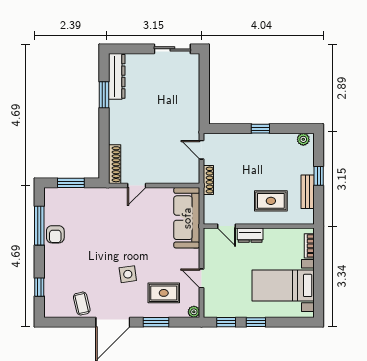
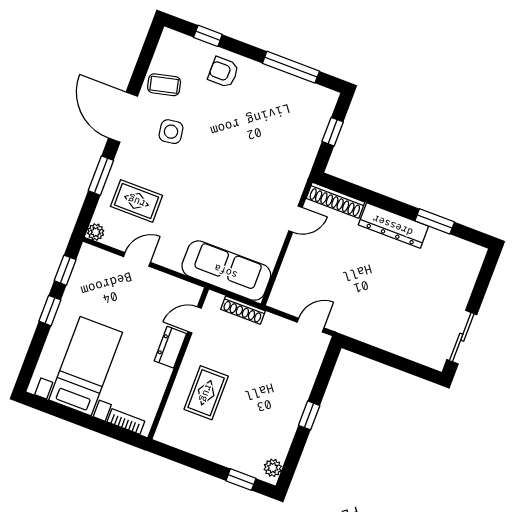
dresser: (117, 76) -> (393, 225), moved
window: (319, 176) -> (241, 480), moved
shoe rack: (208, 180) -> (243, 310), moved
window: (71, 183) -> (333, 132), width x0.67
door: (137, 186) -> (295, 219), swing flipped
bench: (308, 192) -> (200, 447), removed
armchair: (55, 234) -> (223, 72), moved
side table: (128, 274) -> (171, 132), moved
rug: (164, 293) -> (137, 201), turned 90

